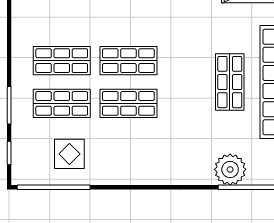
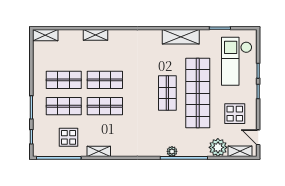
plant: (230, 169) -> (172, 151), width x0.53, depth x0.53
shelving: (119, 177) -> (99, 151), added

